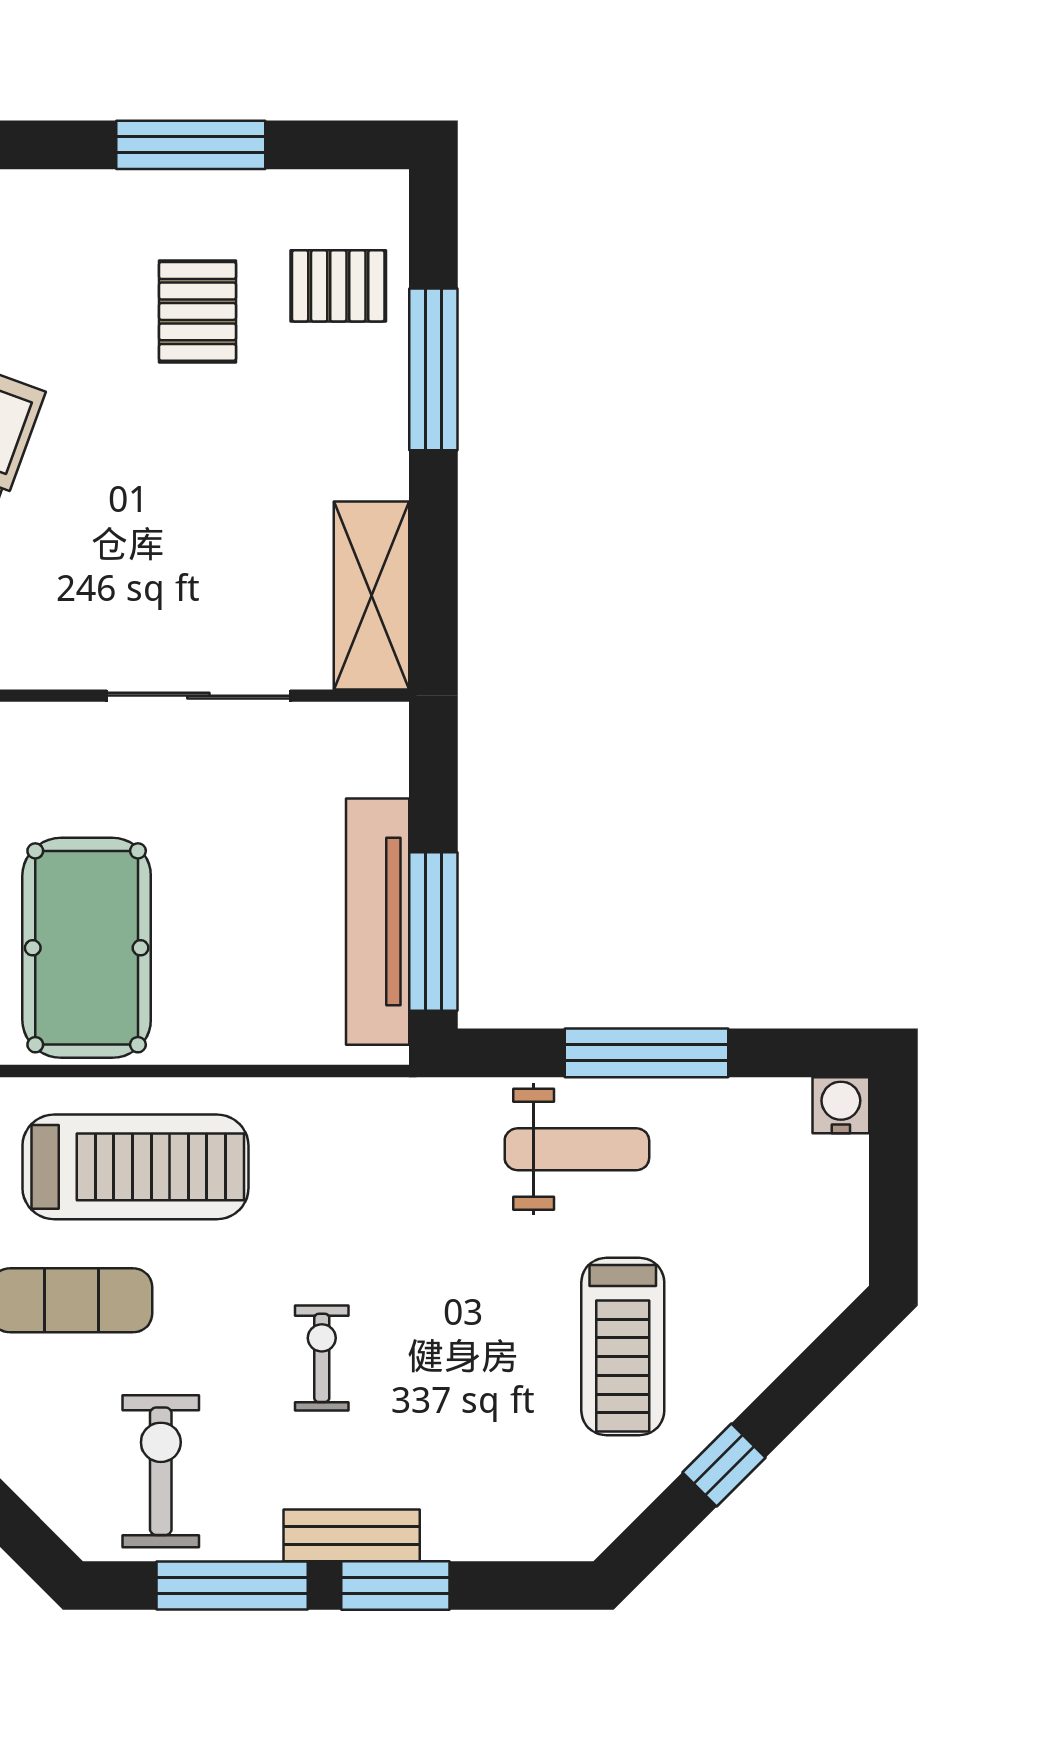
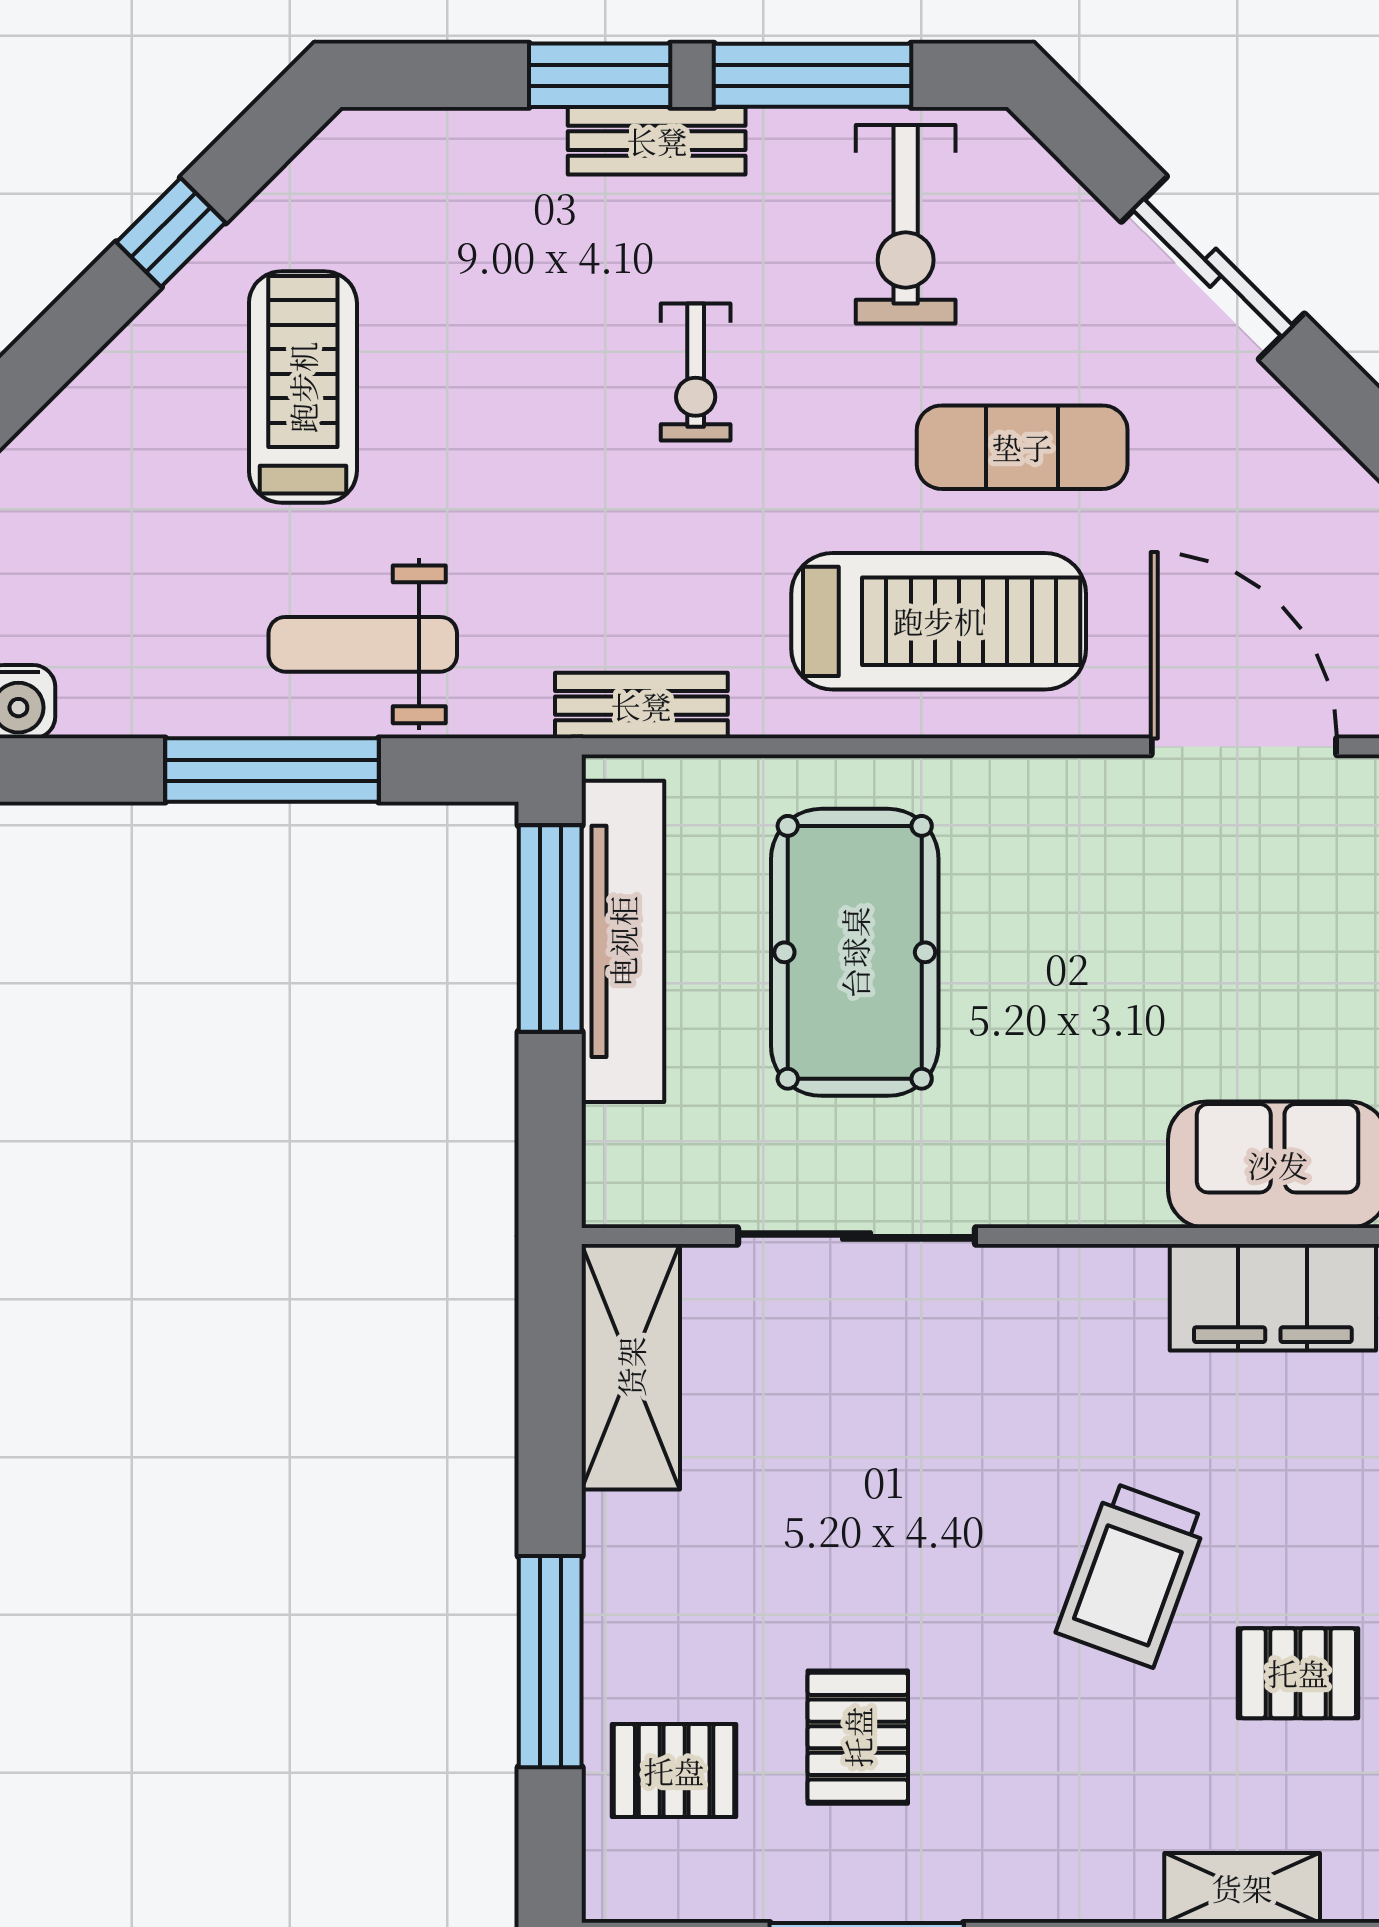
pool table: (87, 948) -> (855, 952), moved
bench: (363, 1102) -> (641, 706), added
treadmill: (135, 1167) -> (939, 621), turned 180

